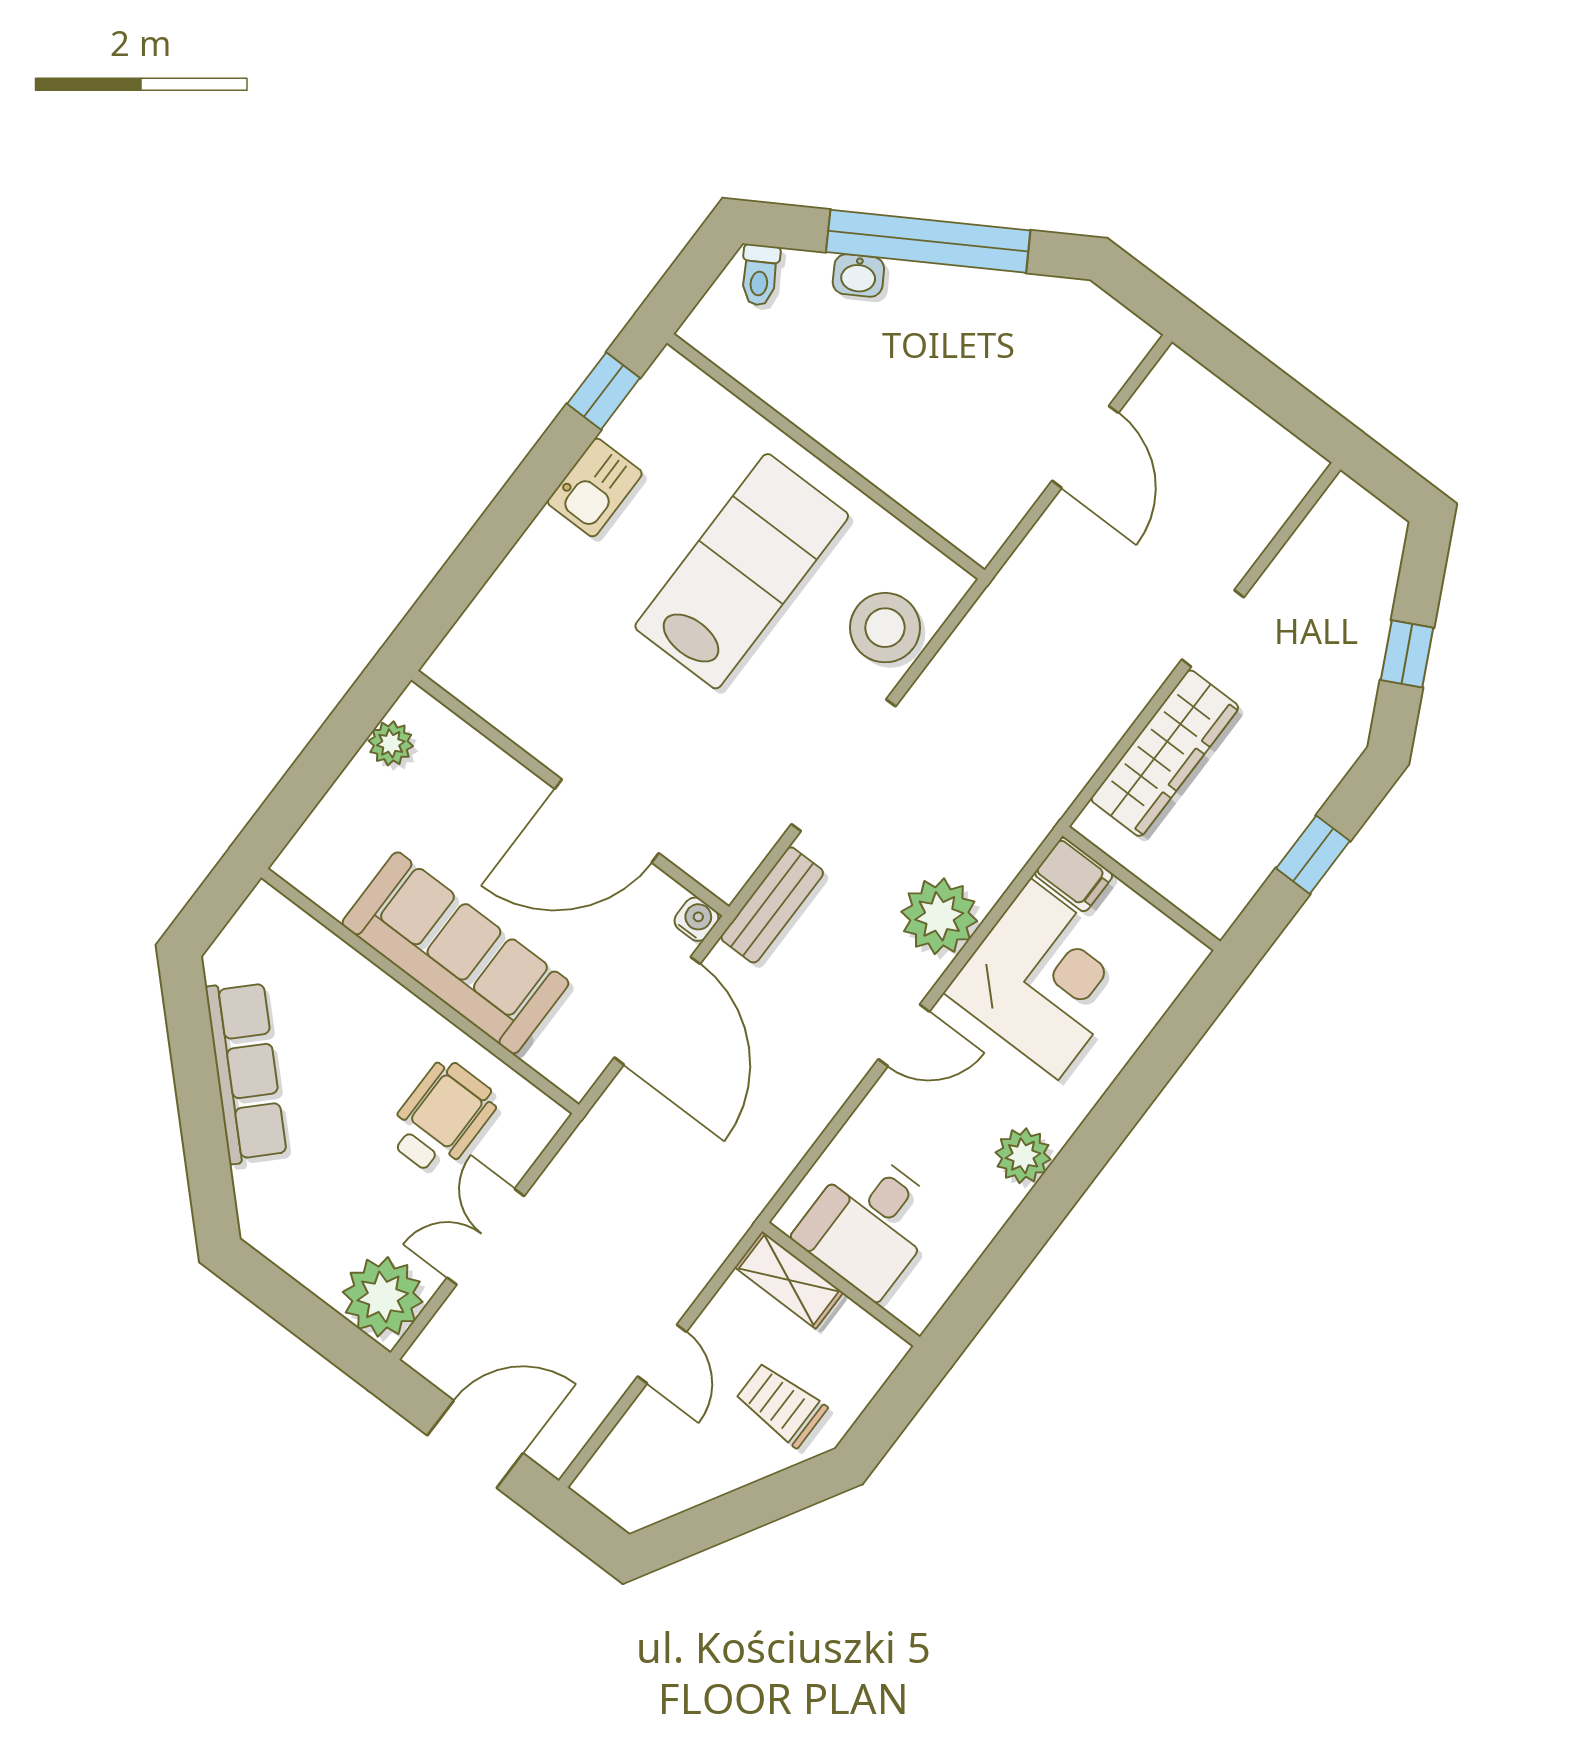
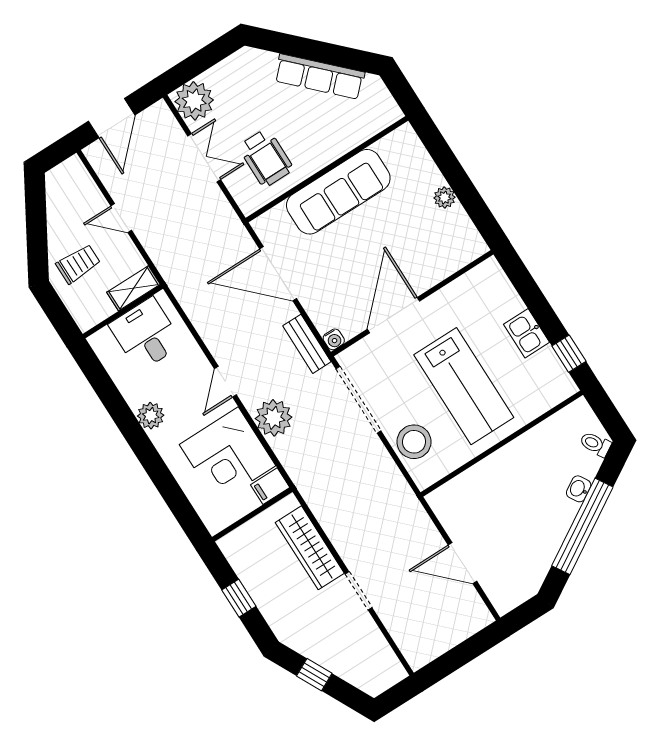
wall: (570, 793) -> (412, 303), moved
door: (607, 821) -> (394, 315), moved
water cooler: (696, 919) -> (334, 339), moved

